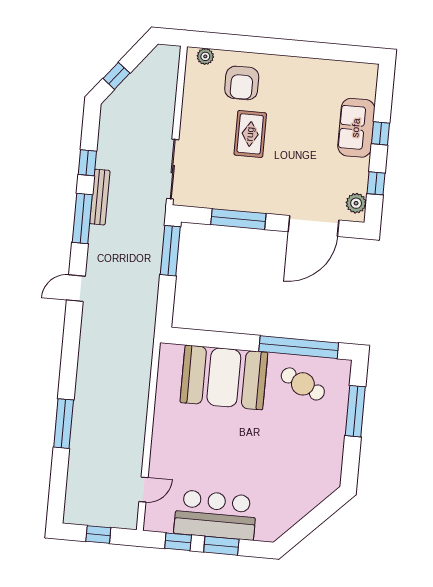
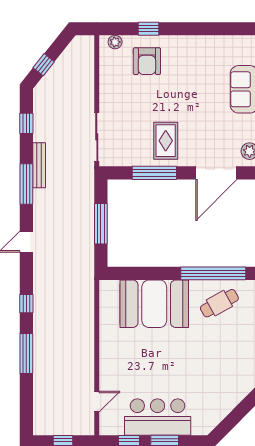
window: (247, 44) -> (149, 29), added
rug: (250, 134) -> (166, 141), moved
window: (87, 163) -> (26, 123), moved
window: (170, 251) -> (101, 224), moved
window: (69, 363) -> (26, 304), added
cafe table: (303, 384) -> (219, 303), turned -55

